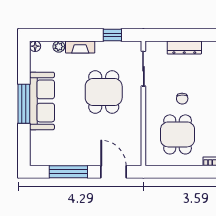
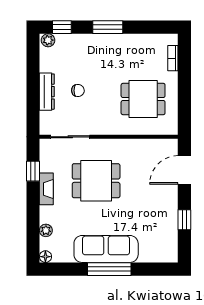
fireplace: (80, 47) -> (46, 189), moved
chair: (182, 99) -> (78, 91), moved
window: (68, 172) -> (184, 220), width x0.46

